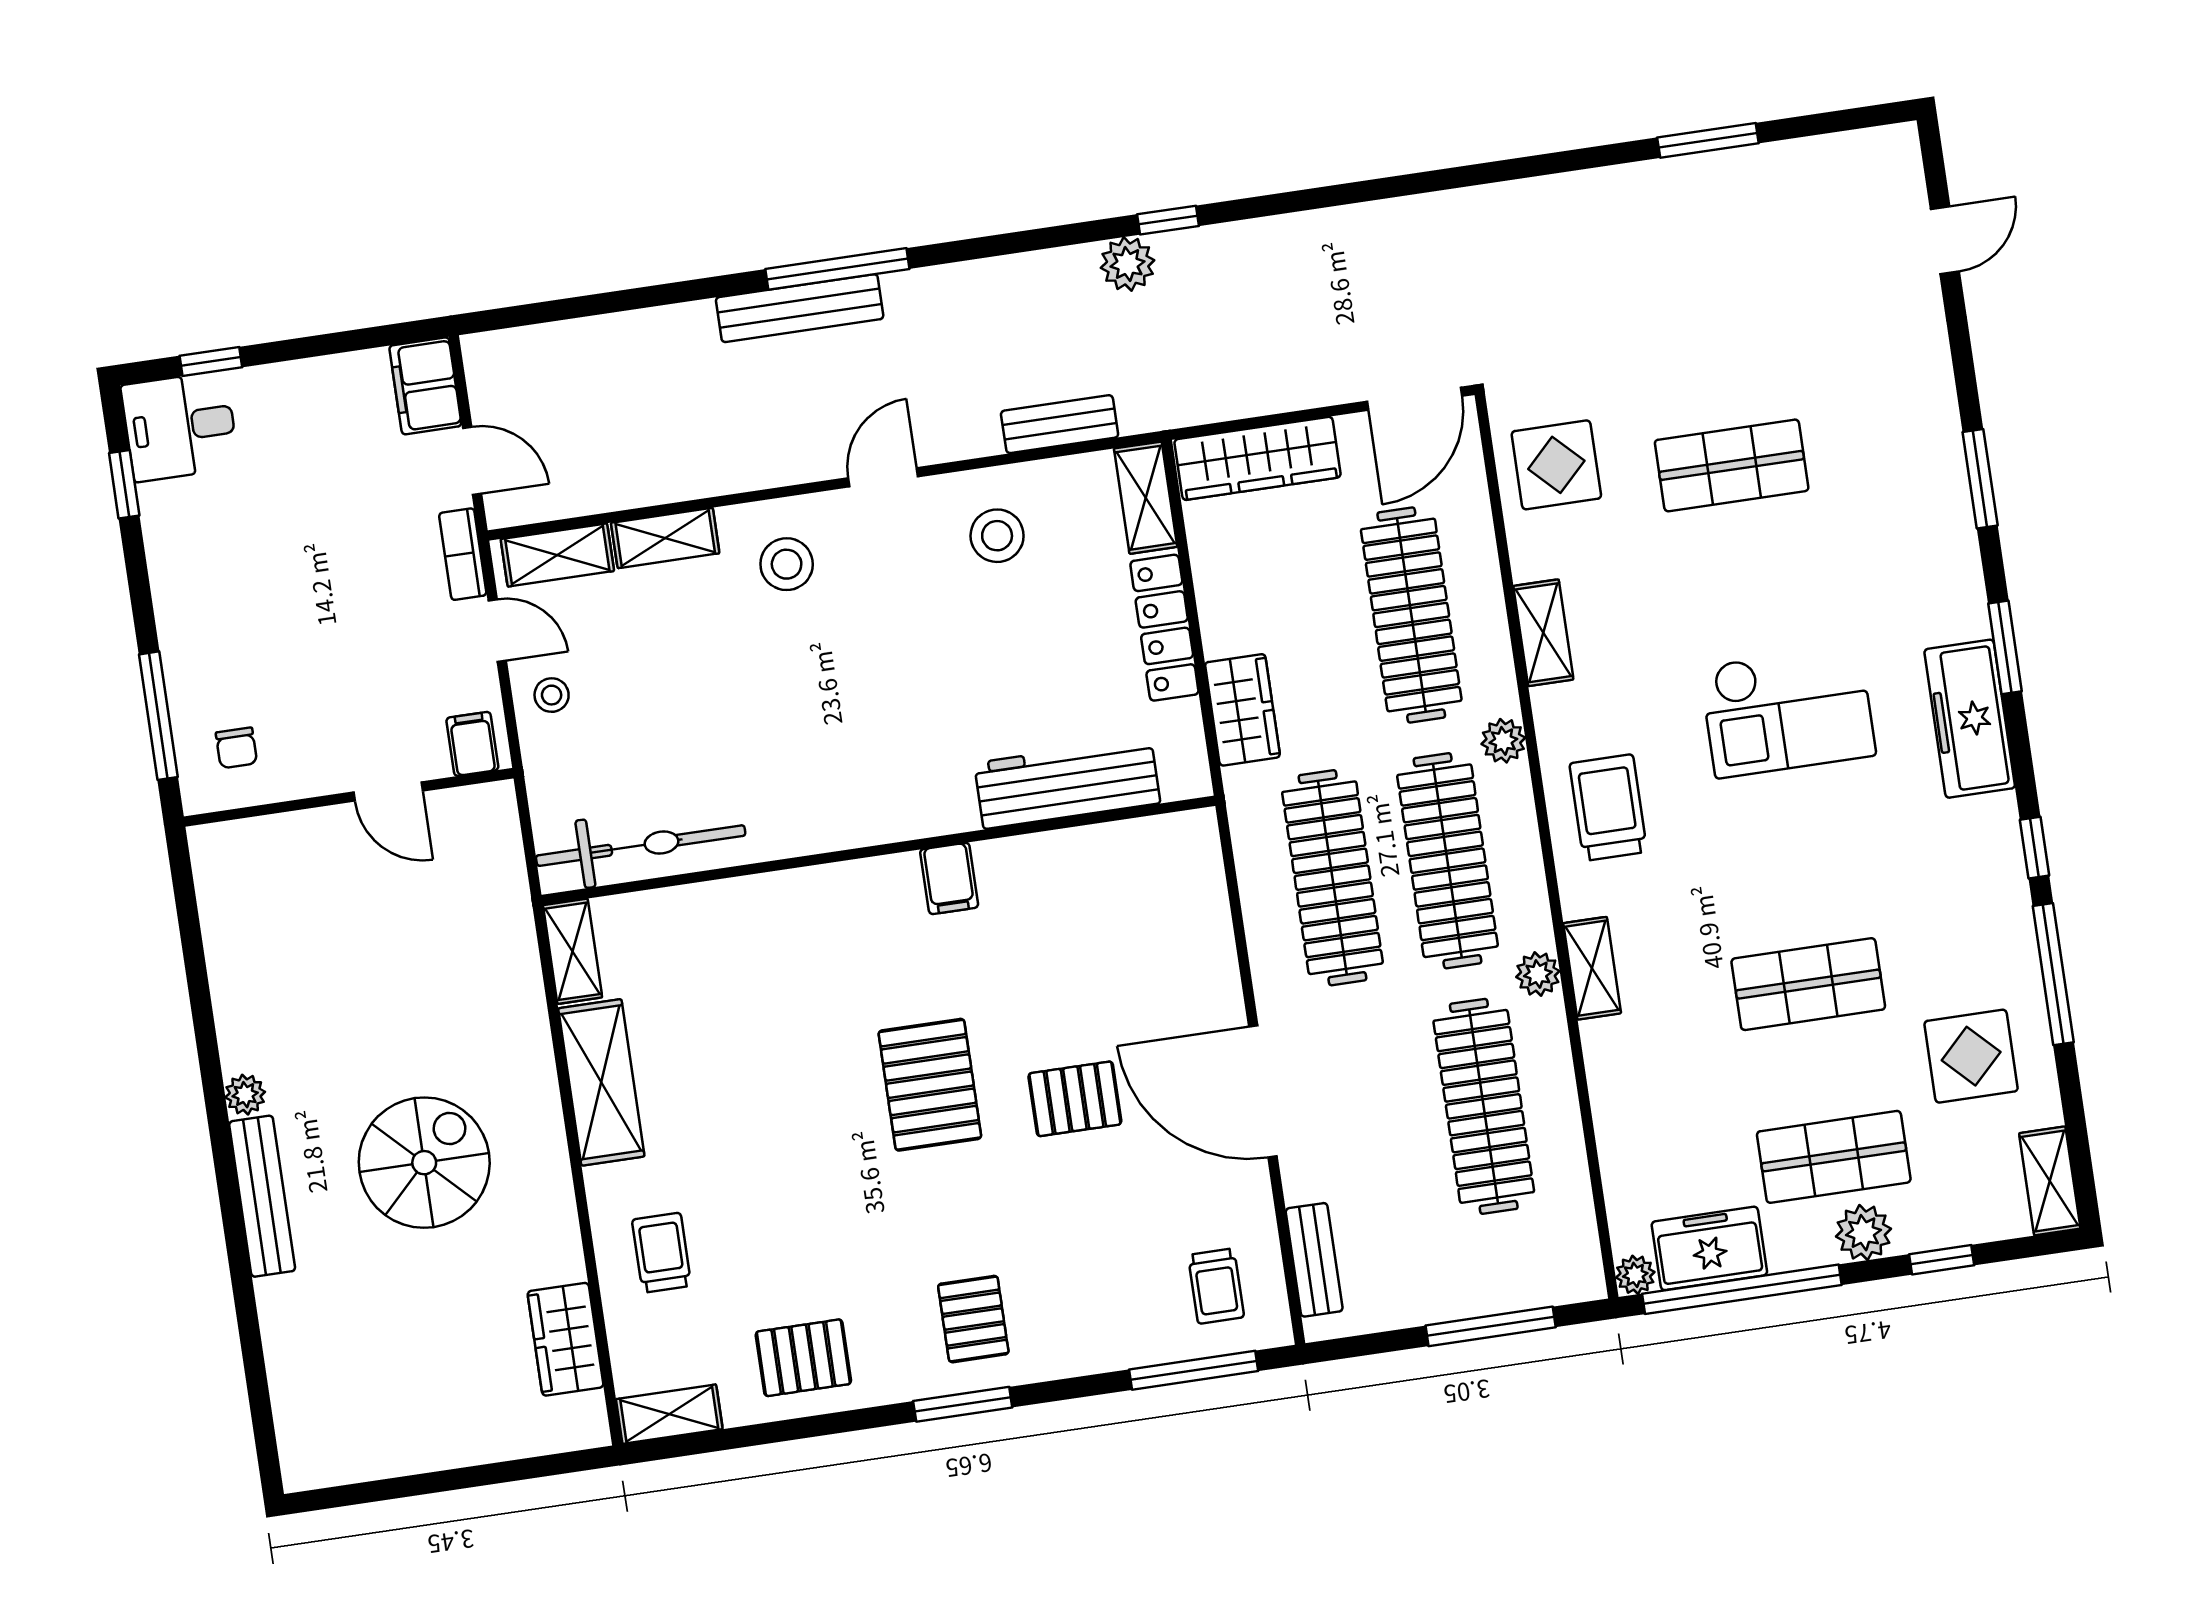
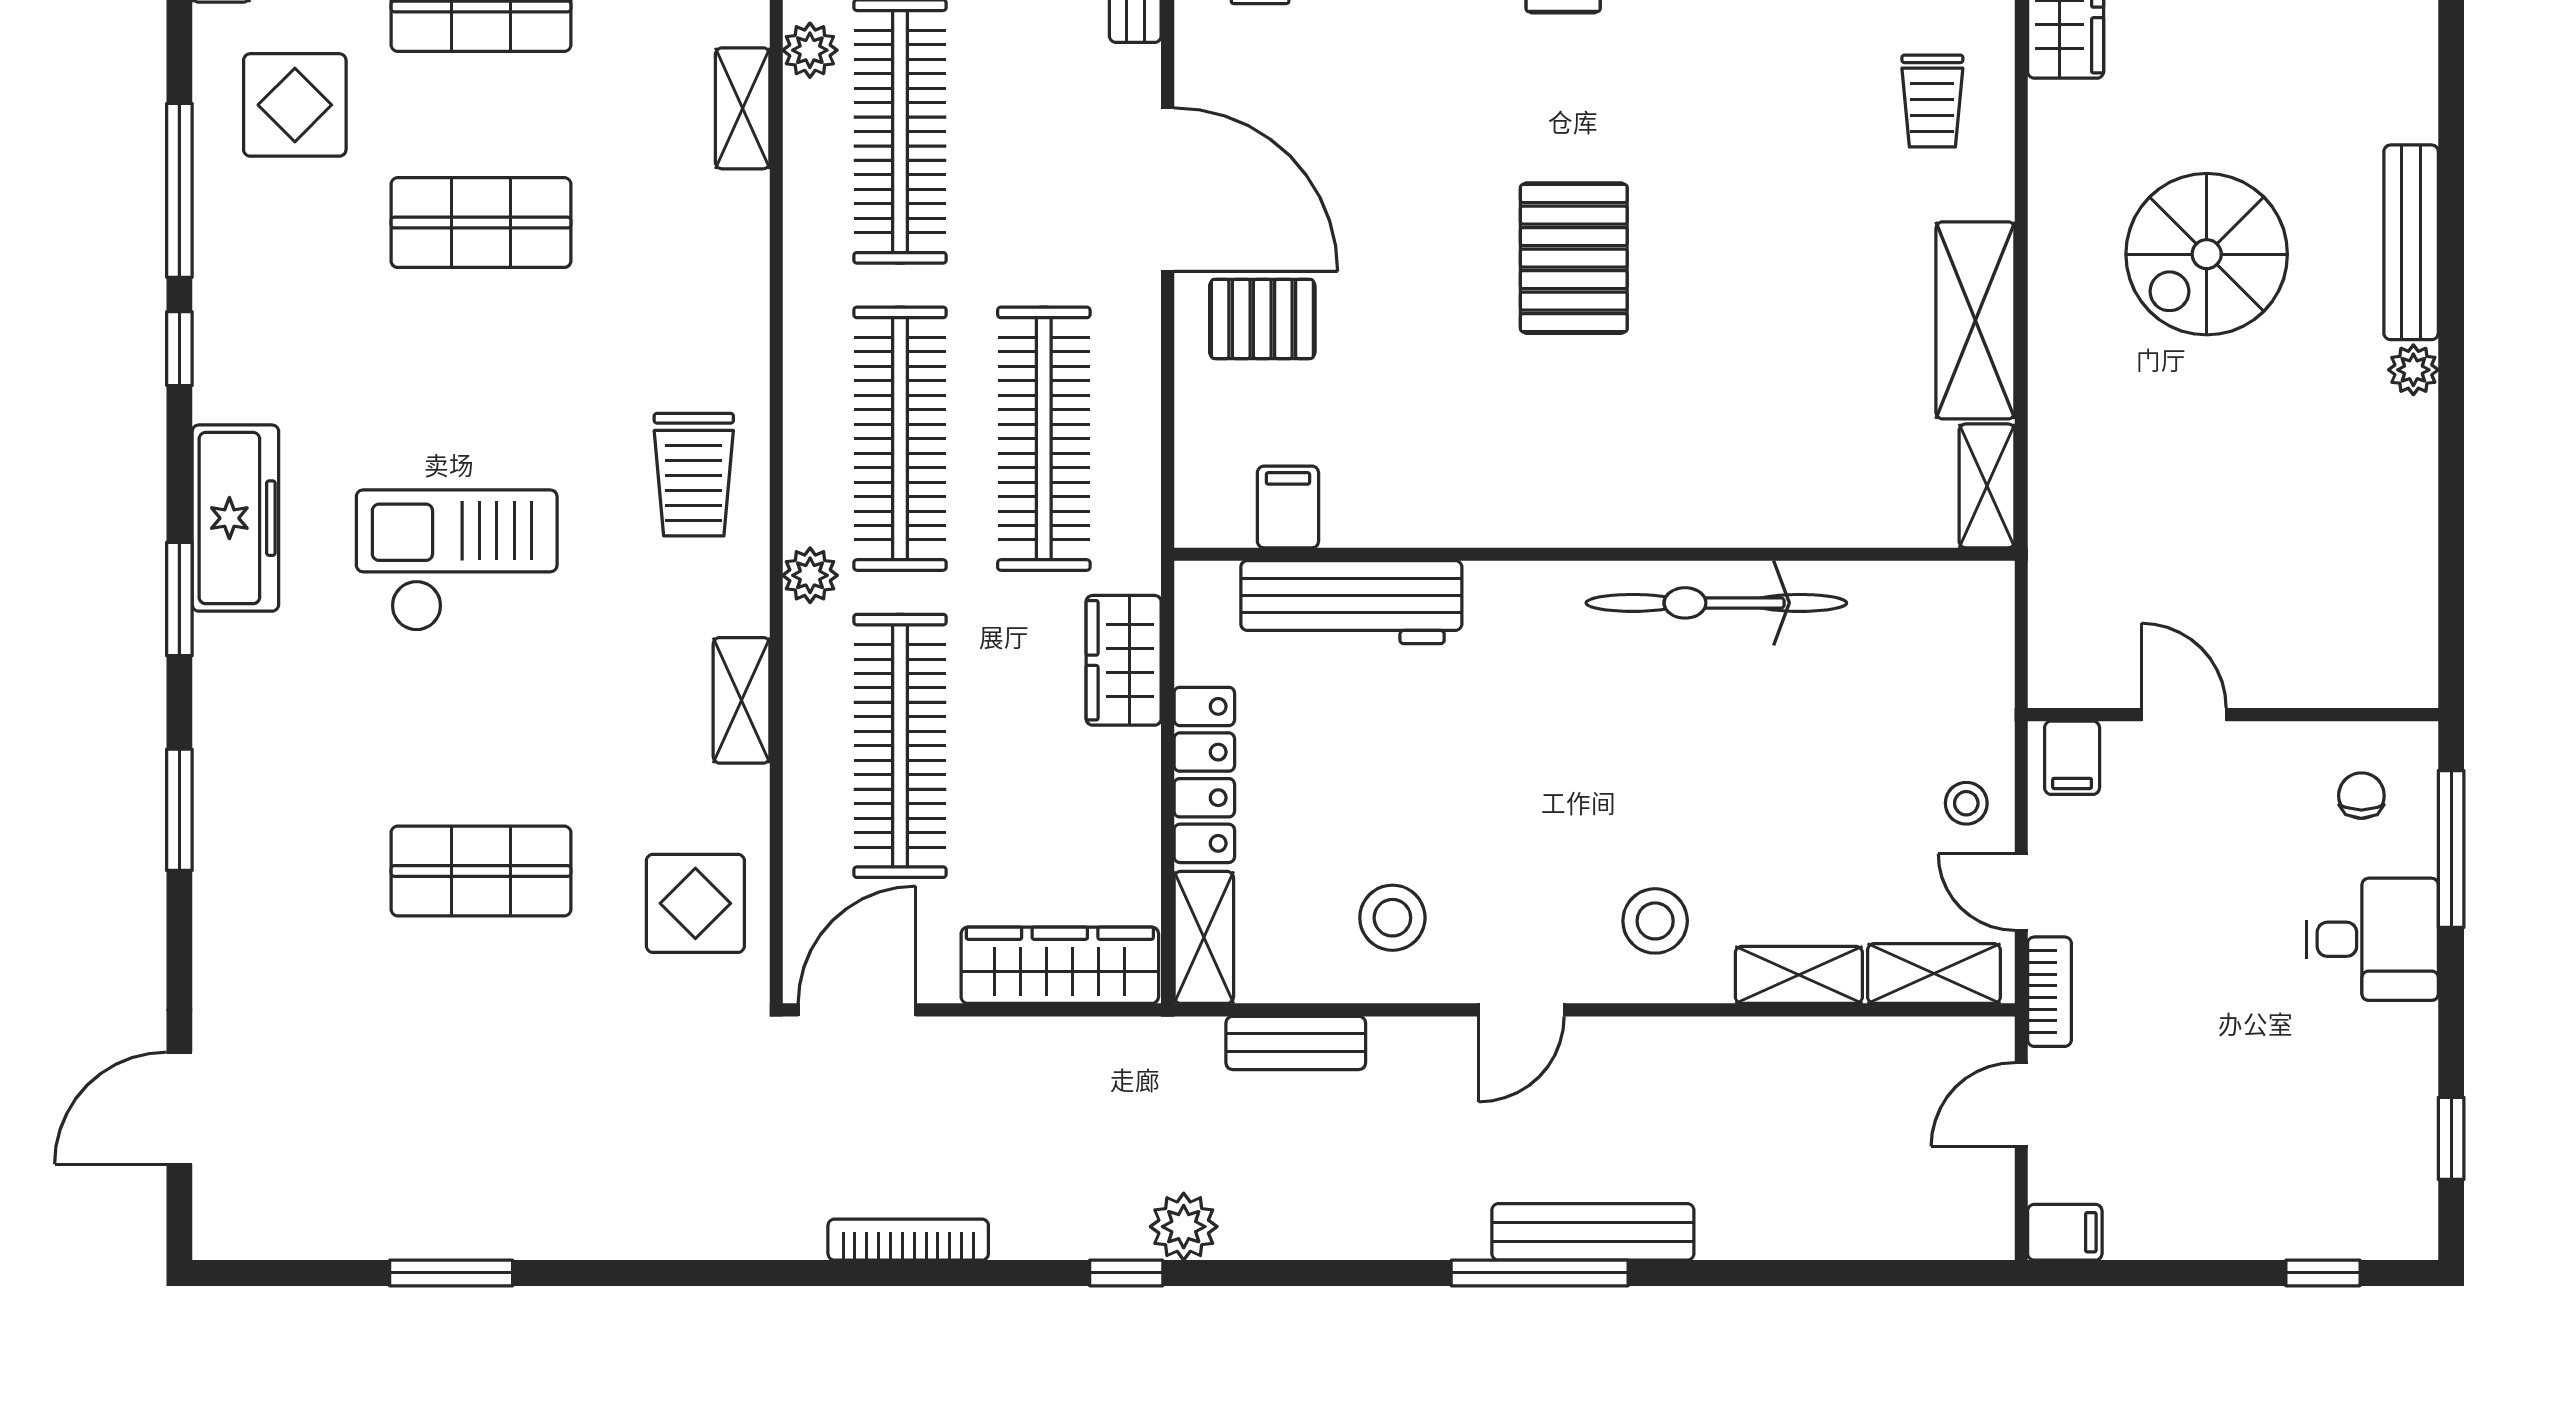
bookcase: (1346, 221) -> (908, 1240), added
door: (1945, 240) -> (179, 1108), width x1.38
filing cabinet: (425, 386) -> (2065, 1232), width x0.50
desk: (180, 426) -> (2372, 939), moved
door: (472, 461) -> (2021, 1104), hinge flipped
bicycle: (641, 846) -> (1716, 603), moved
filing cabinet: (949, 878) -> (1288, 507), moved
shelving: (1592, 968) -> (743, 108), moved
plant: (1538, 974) -> (810, 50), moved
pallet: (1075, 1099) -> (1262, 319), moved

